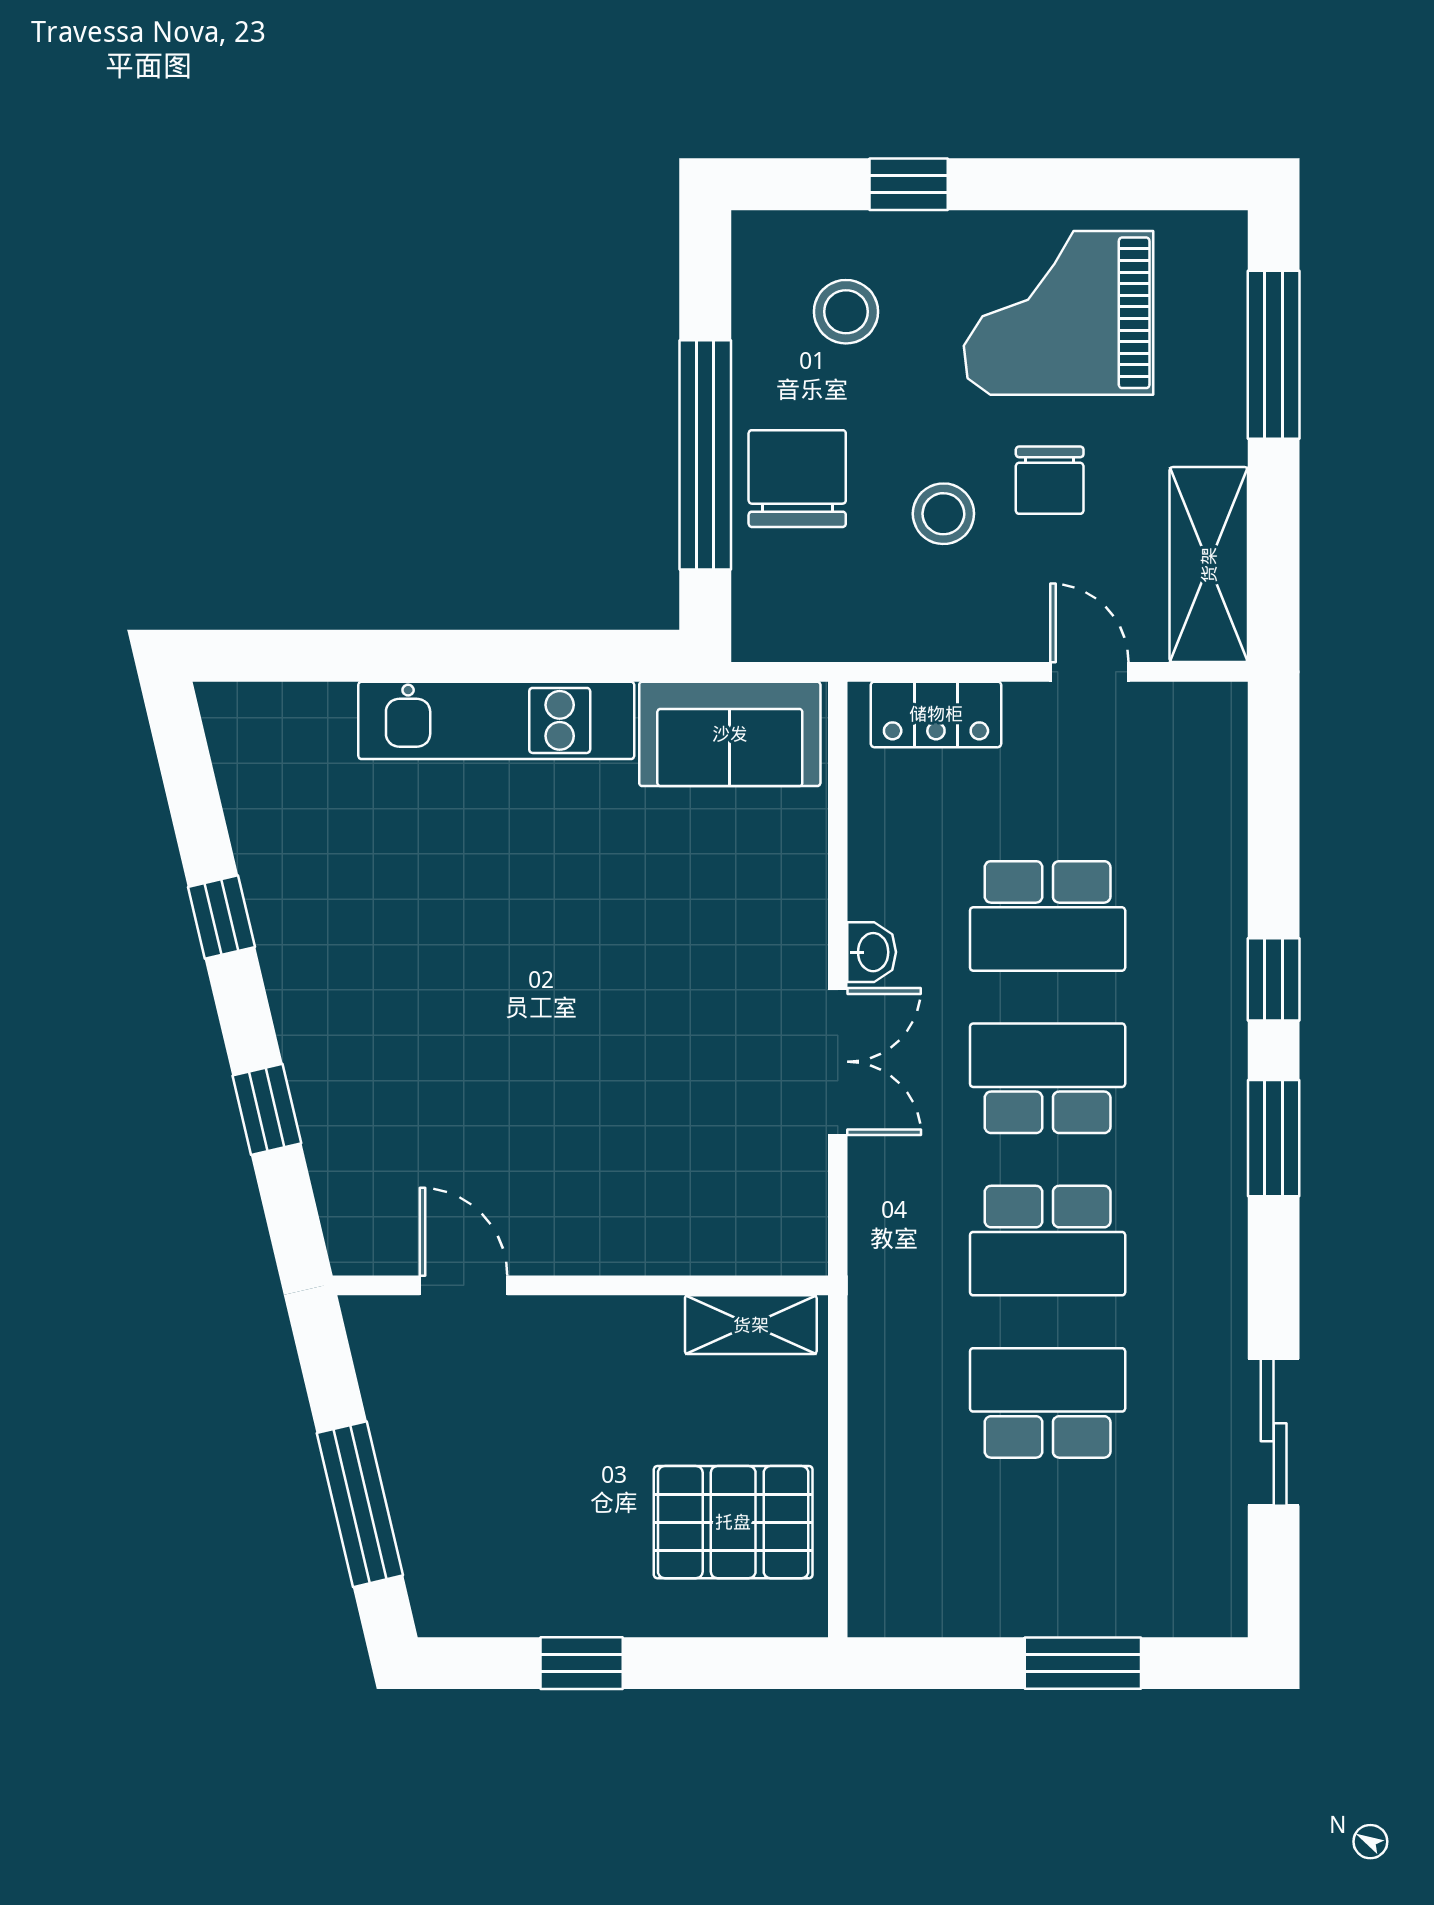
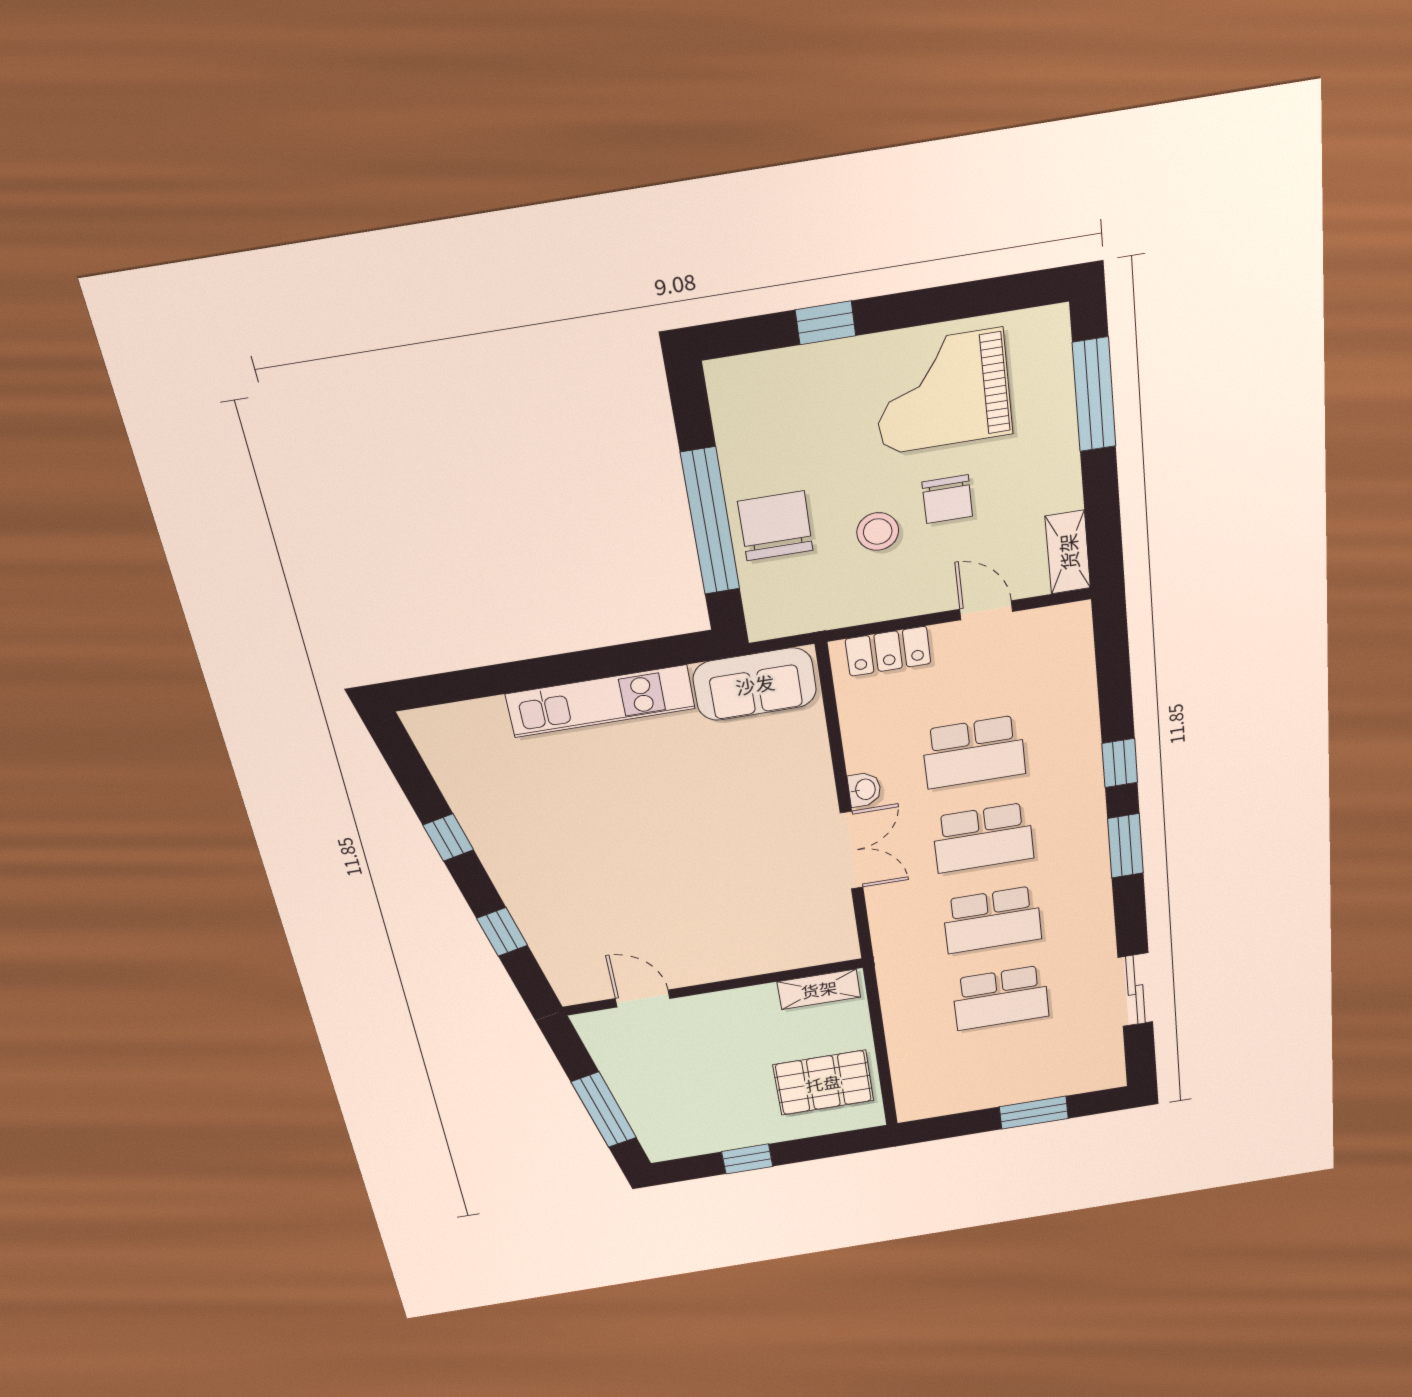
stool: (846, 312) -> (793, 415), removed
shelving: (1209, 565) -> (1068, 552), width x0.67, depth x0.75
school desk: (1048, 1078) -> (983, 838), turned 180
school desk: (1048, 1403) -> (1001, 998), turned 180

